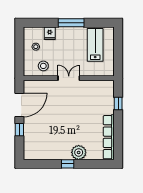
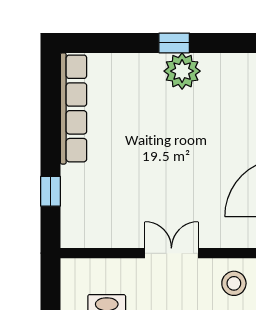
double door: (69, 78) -> (171, 253), swing flipped
plant: (79, 152) -> (182, 71), moved

